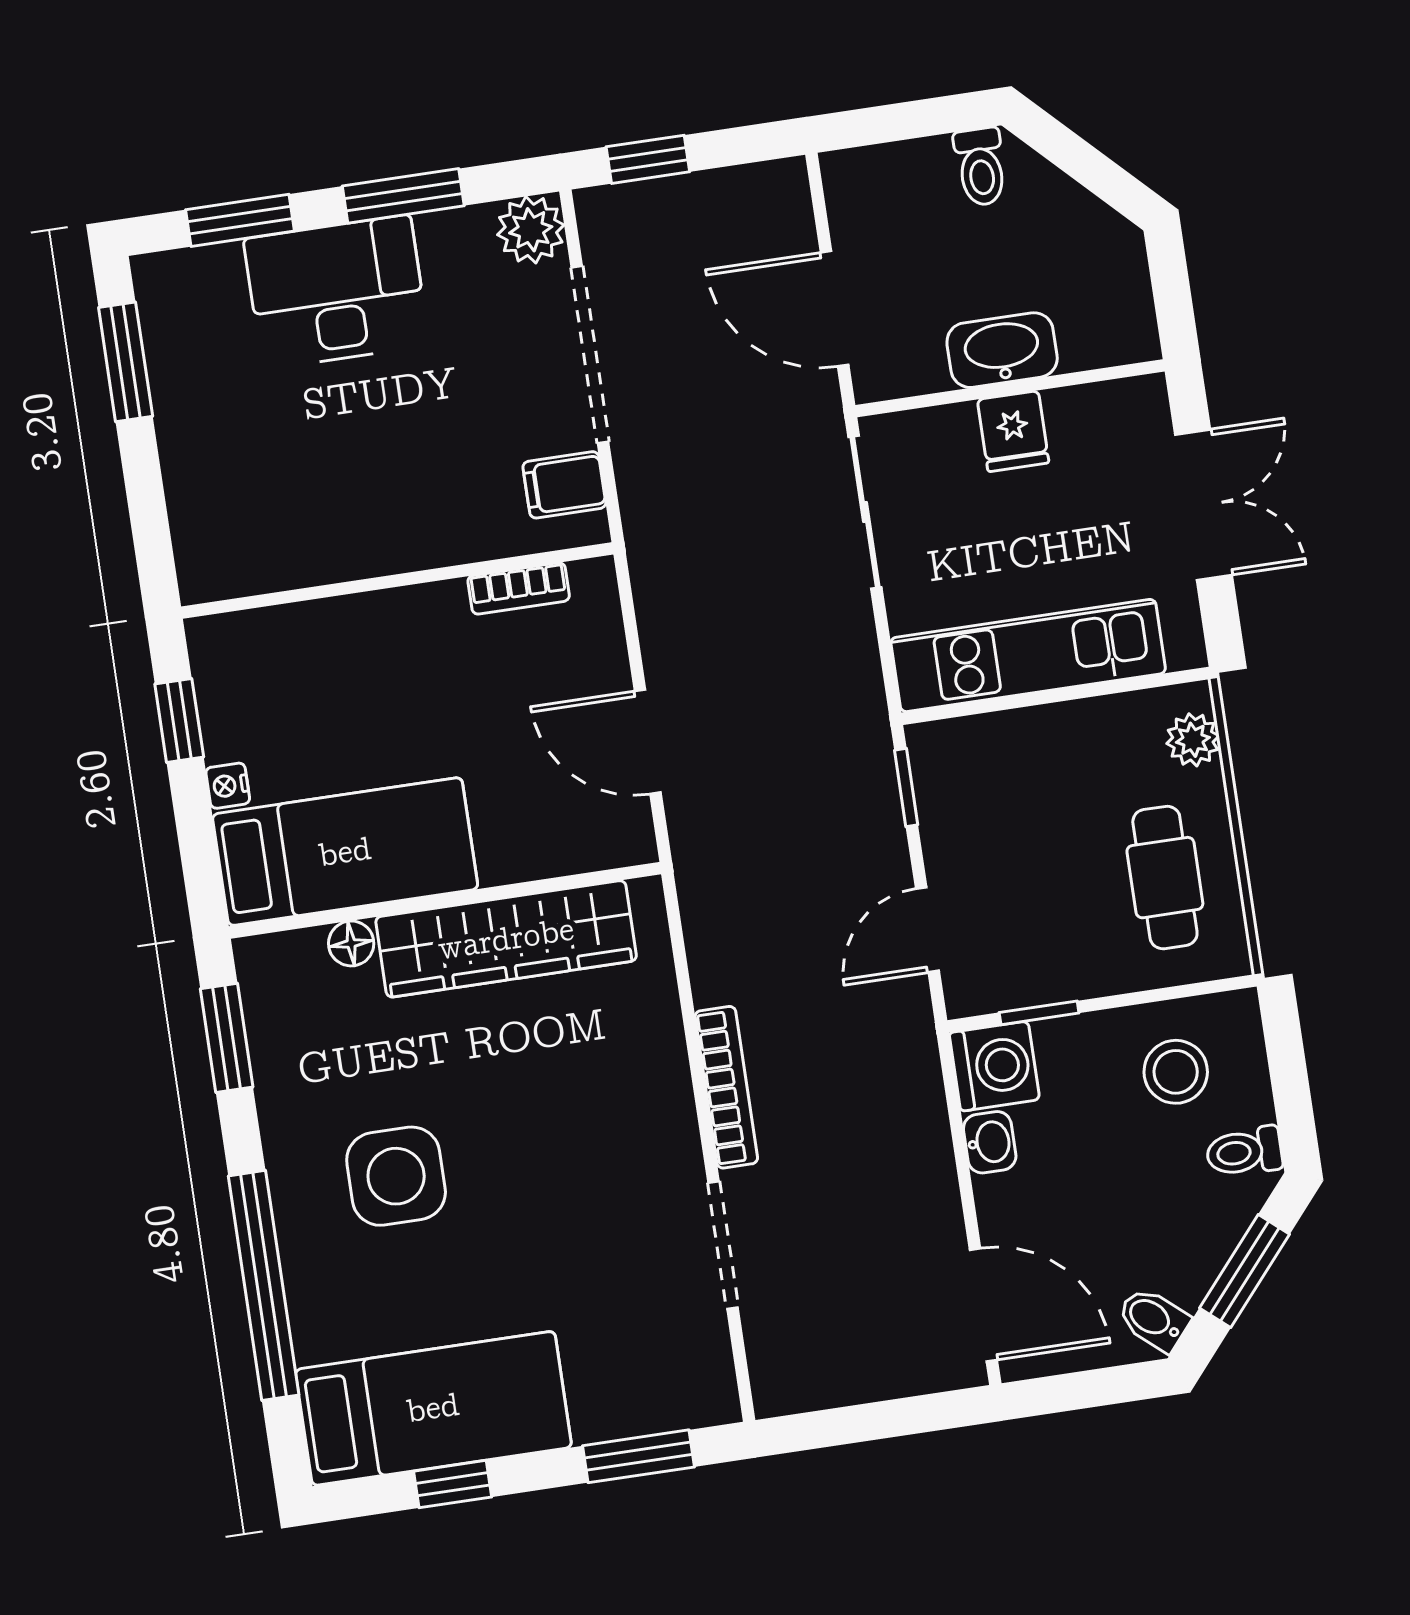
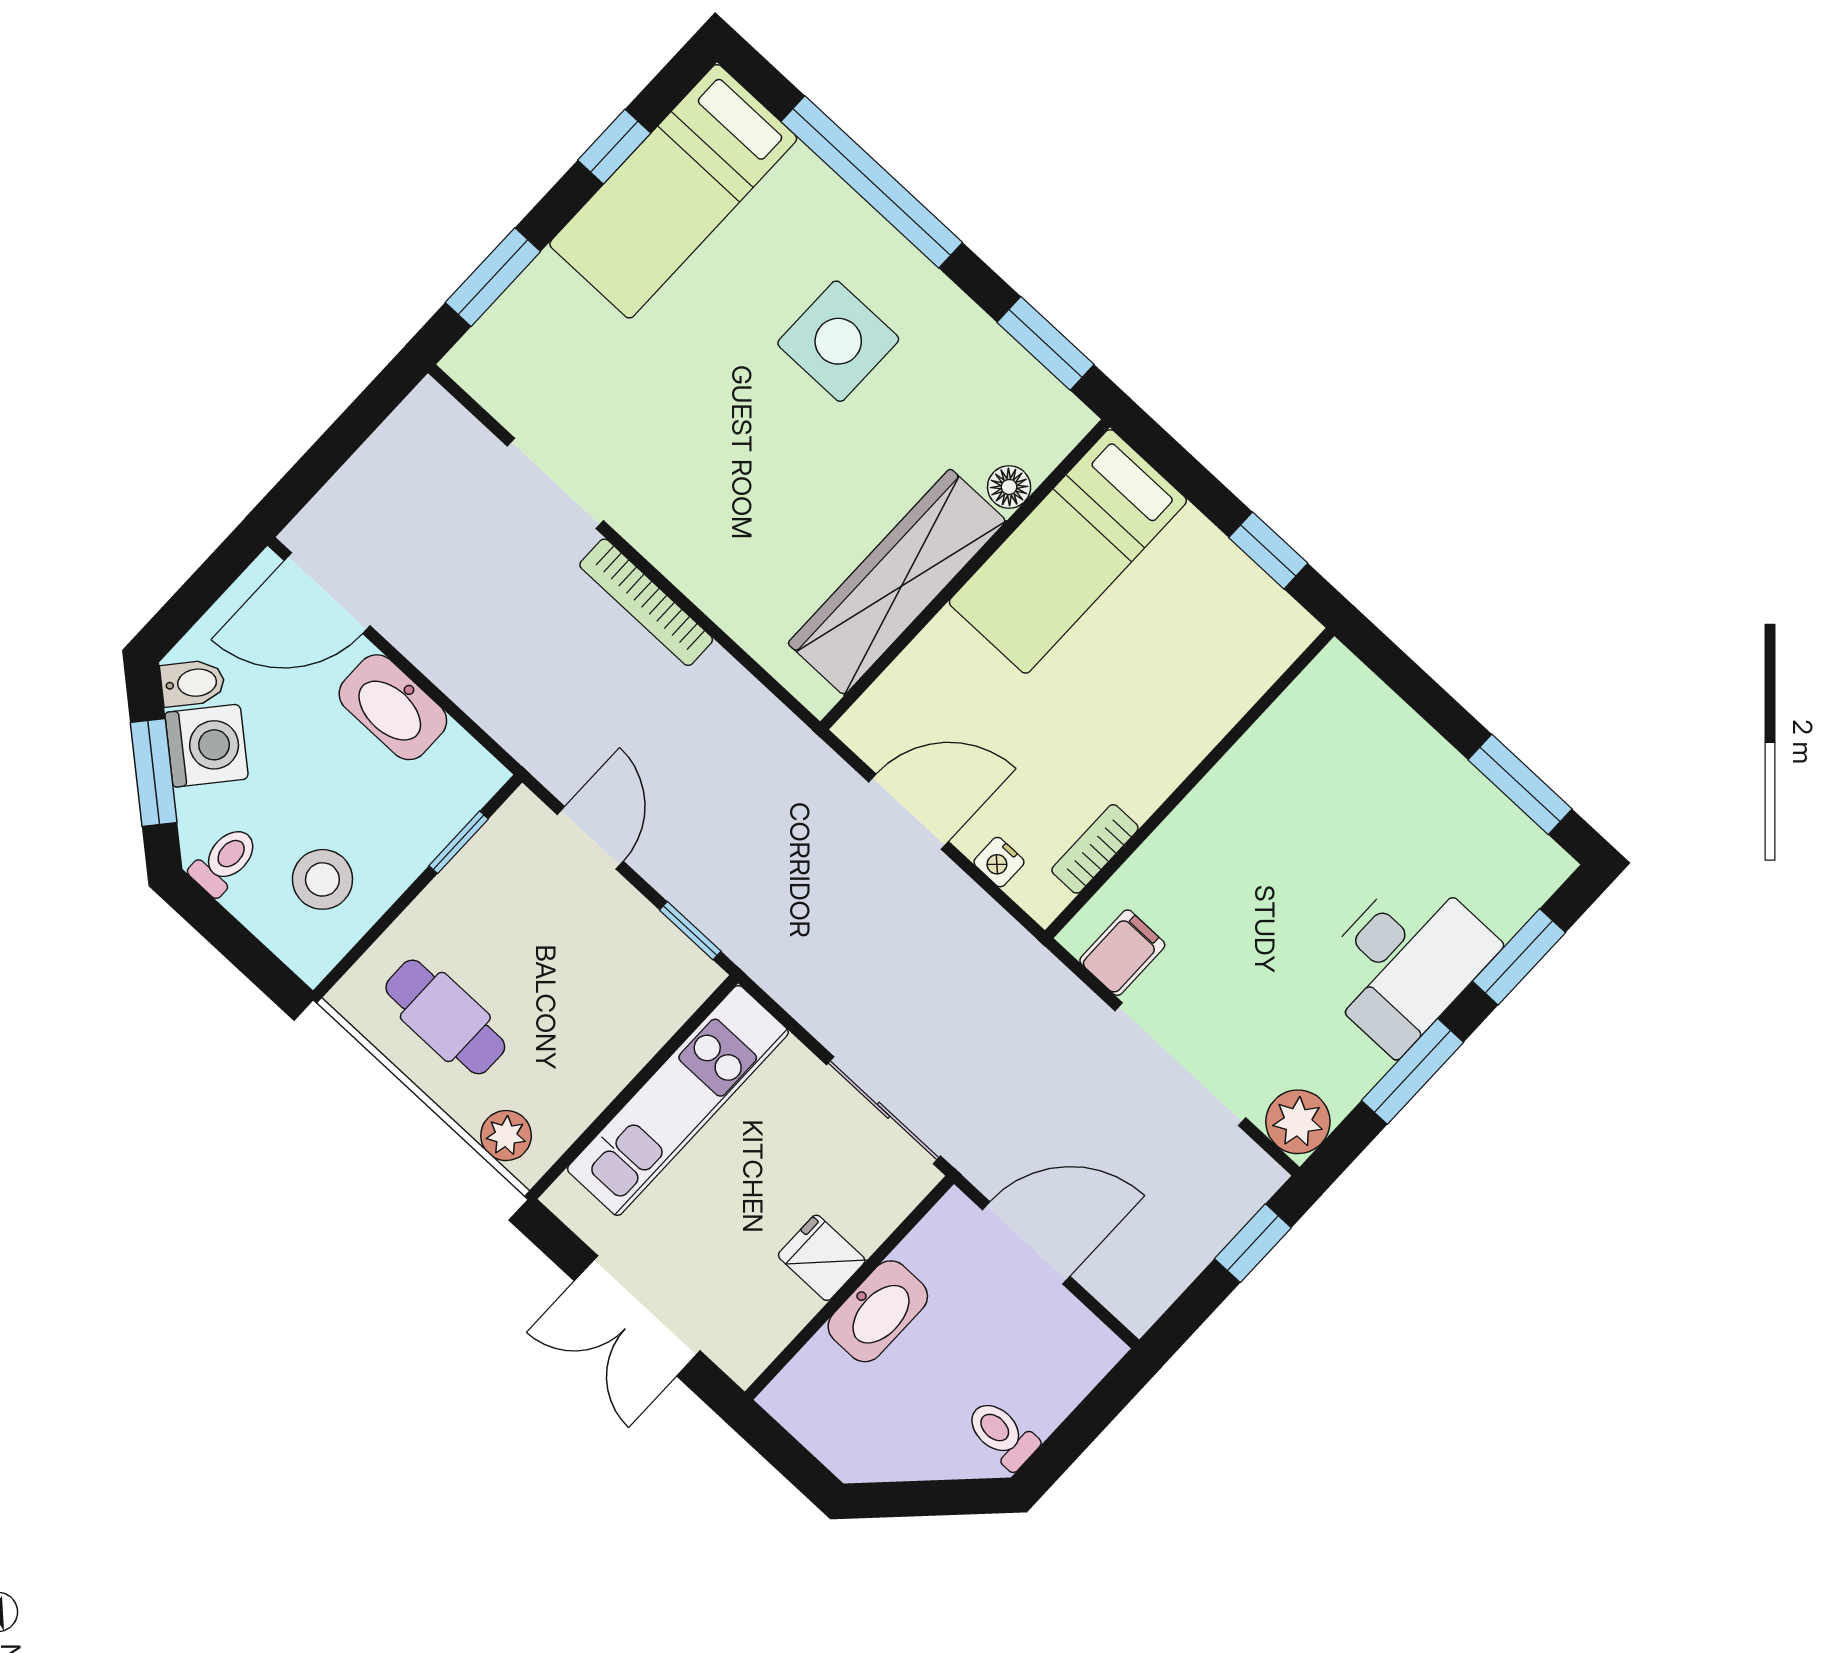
nightstand: (228, 786) -> (999, 862), moved, turned 180
washing machine: (994, 1066) -> (207, 746), moved, turned -139
washbasin: (990, 1142) -> (393, 707), width x1.91, depth x1.45

